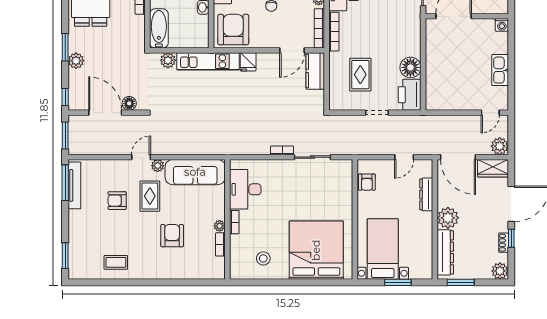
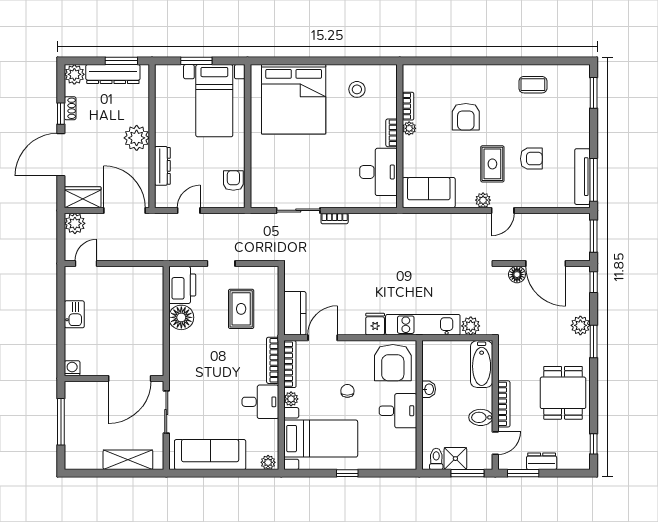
kitchen sink: (500, 70) -> (74, 314), width x0.73
sofa: (195, 172) -> (429, 193), width x0.73
dresser: (445, 252) -> (113, 74), moved, turned -90

